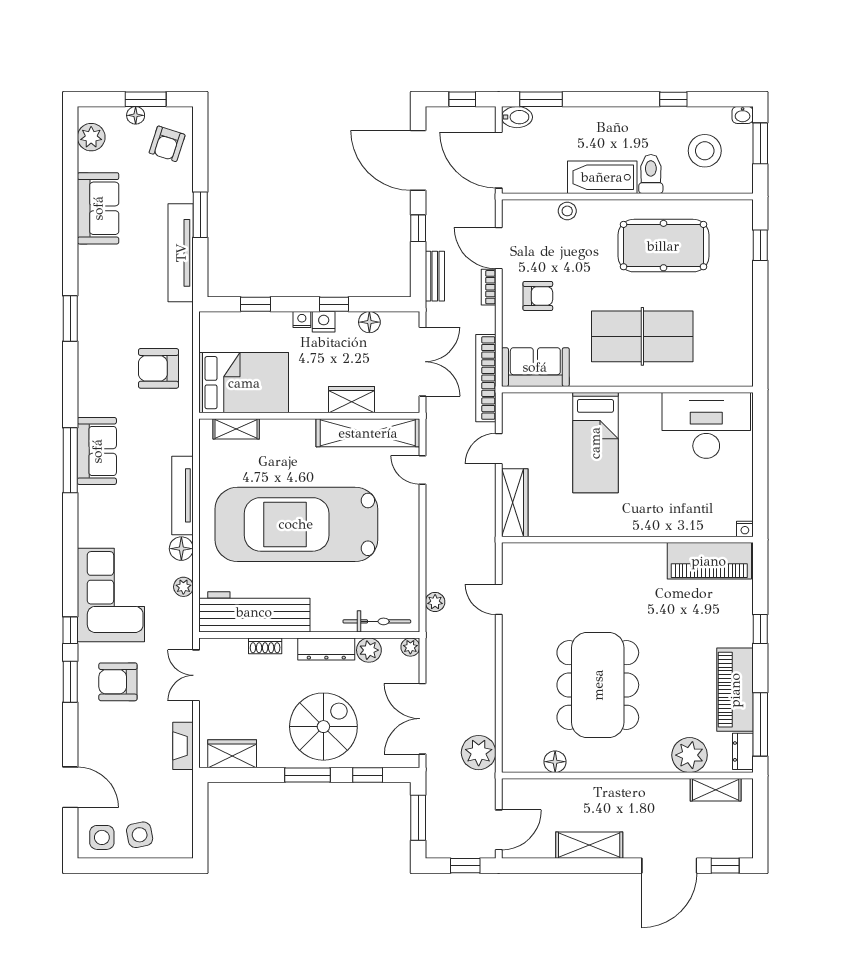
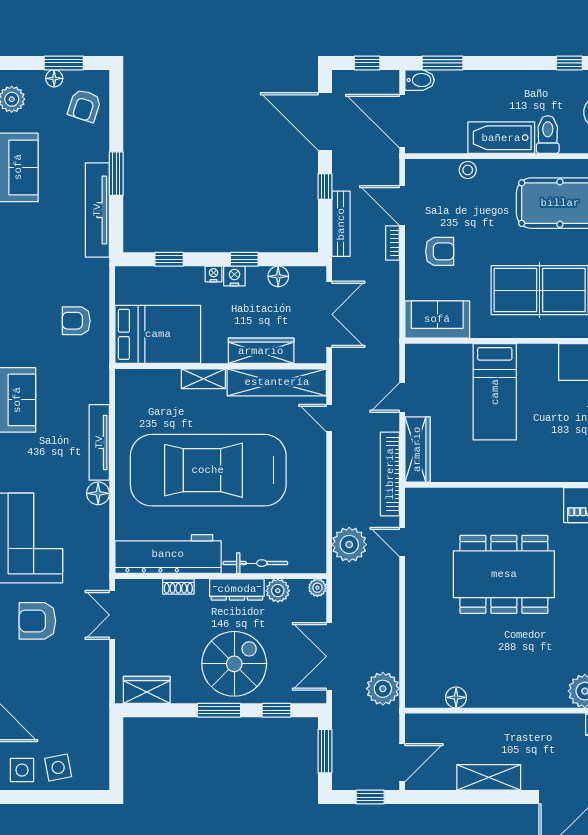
bench: (435, 276) -> (341, 224), width x1.36
armchair: (158, 368) -> (76, 321), width x0.72, depth x0.72
bookcase: (486, 378) -> (390, 474), moved
wardrobe: (352, 400) -> (261, 351), width x1.50
shelving: (236, 429) -> (203, 379), moved
plant: (183, 587) -> (100, 530), removed
plant: (435, 602) -> (349, 545), width x1.87, depth x1.87
bicycle: (377, 621) -> (255, 563), moved
dining table: (598, 685) -> (504, 574), moved, turned 90
fireplace: (183, 746) -> (100, 682), removed

